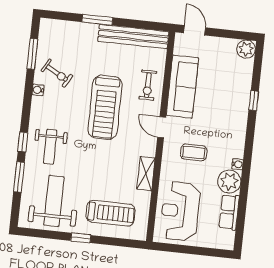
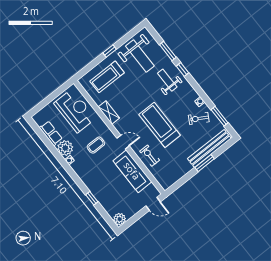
bench: (133, 36) -> (209, 148), moved

